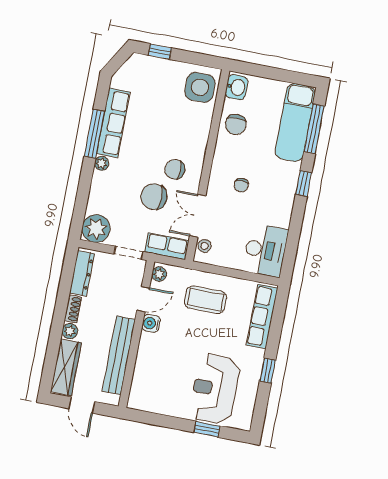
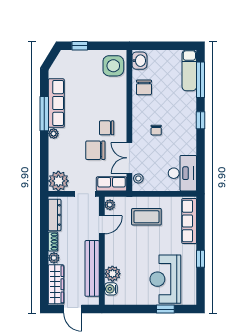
exam couch: (295, 122) -> (189, 70), width x0.73, depth x0.69
water cooler: (151, 323) -> (111, 289), moved
plant: (145, 368) -> (112, 274), added

